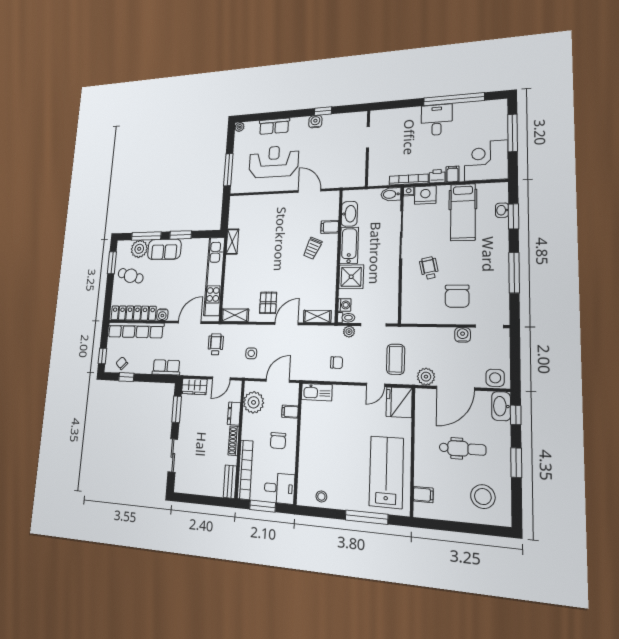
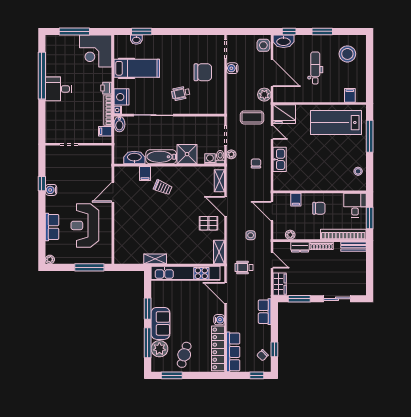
filing cabinet: (453, 174) -> (105, 131), moved
window: (514, 273) -> (185, 31), removed
row of seats: (136, 330) -> (233, 352), width x0.73
kitchen sink: (317, 392) -> (280, 159), moved
plant: (254, 402) -> (290, 235), width x0.53, depth x0.53

